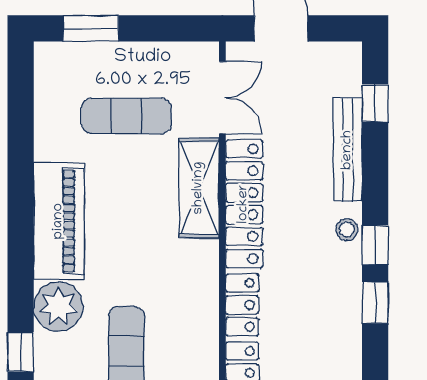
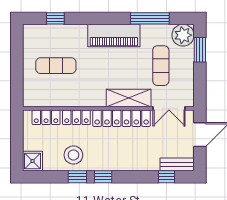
window: (21, 140) -> (150, 18), added
bench: (348, 150) -> (177, 164), moved, width x0.73
stool: (347, 230) -> (73, 155), moved, width x1.89, depth x1.89
plant: (58, 307) -> (183, 35), moved

